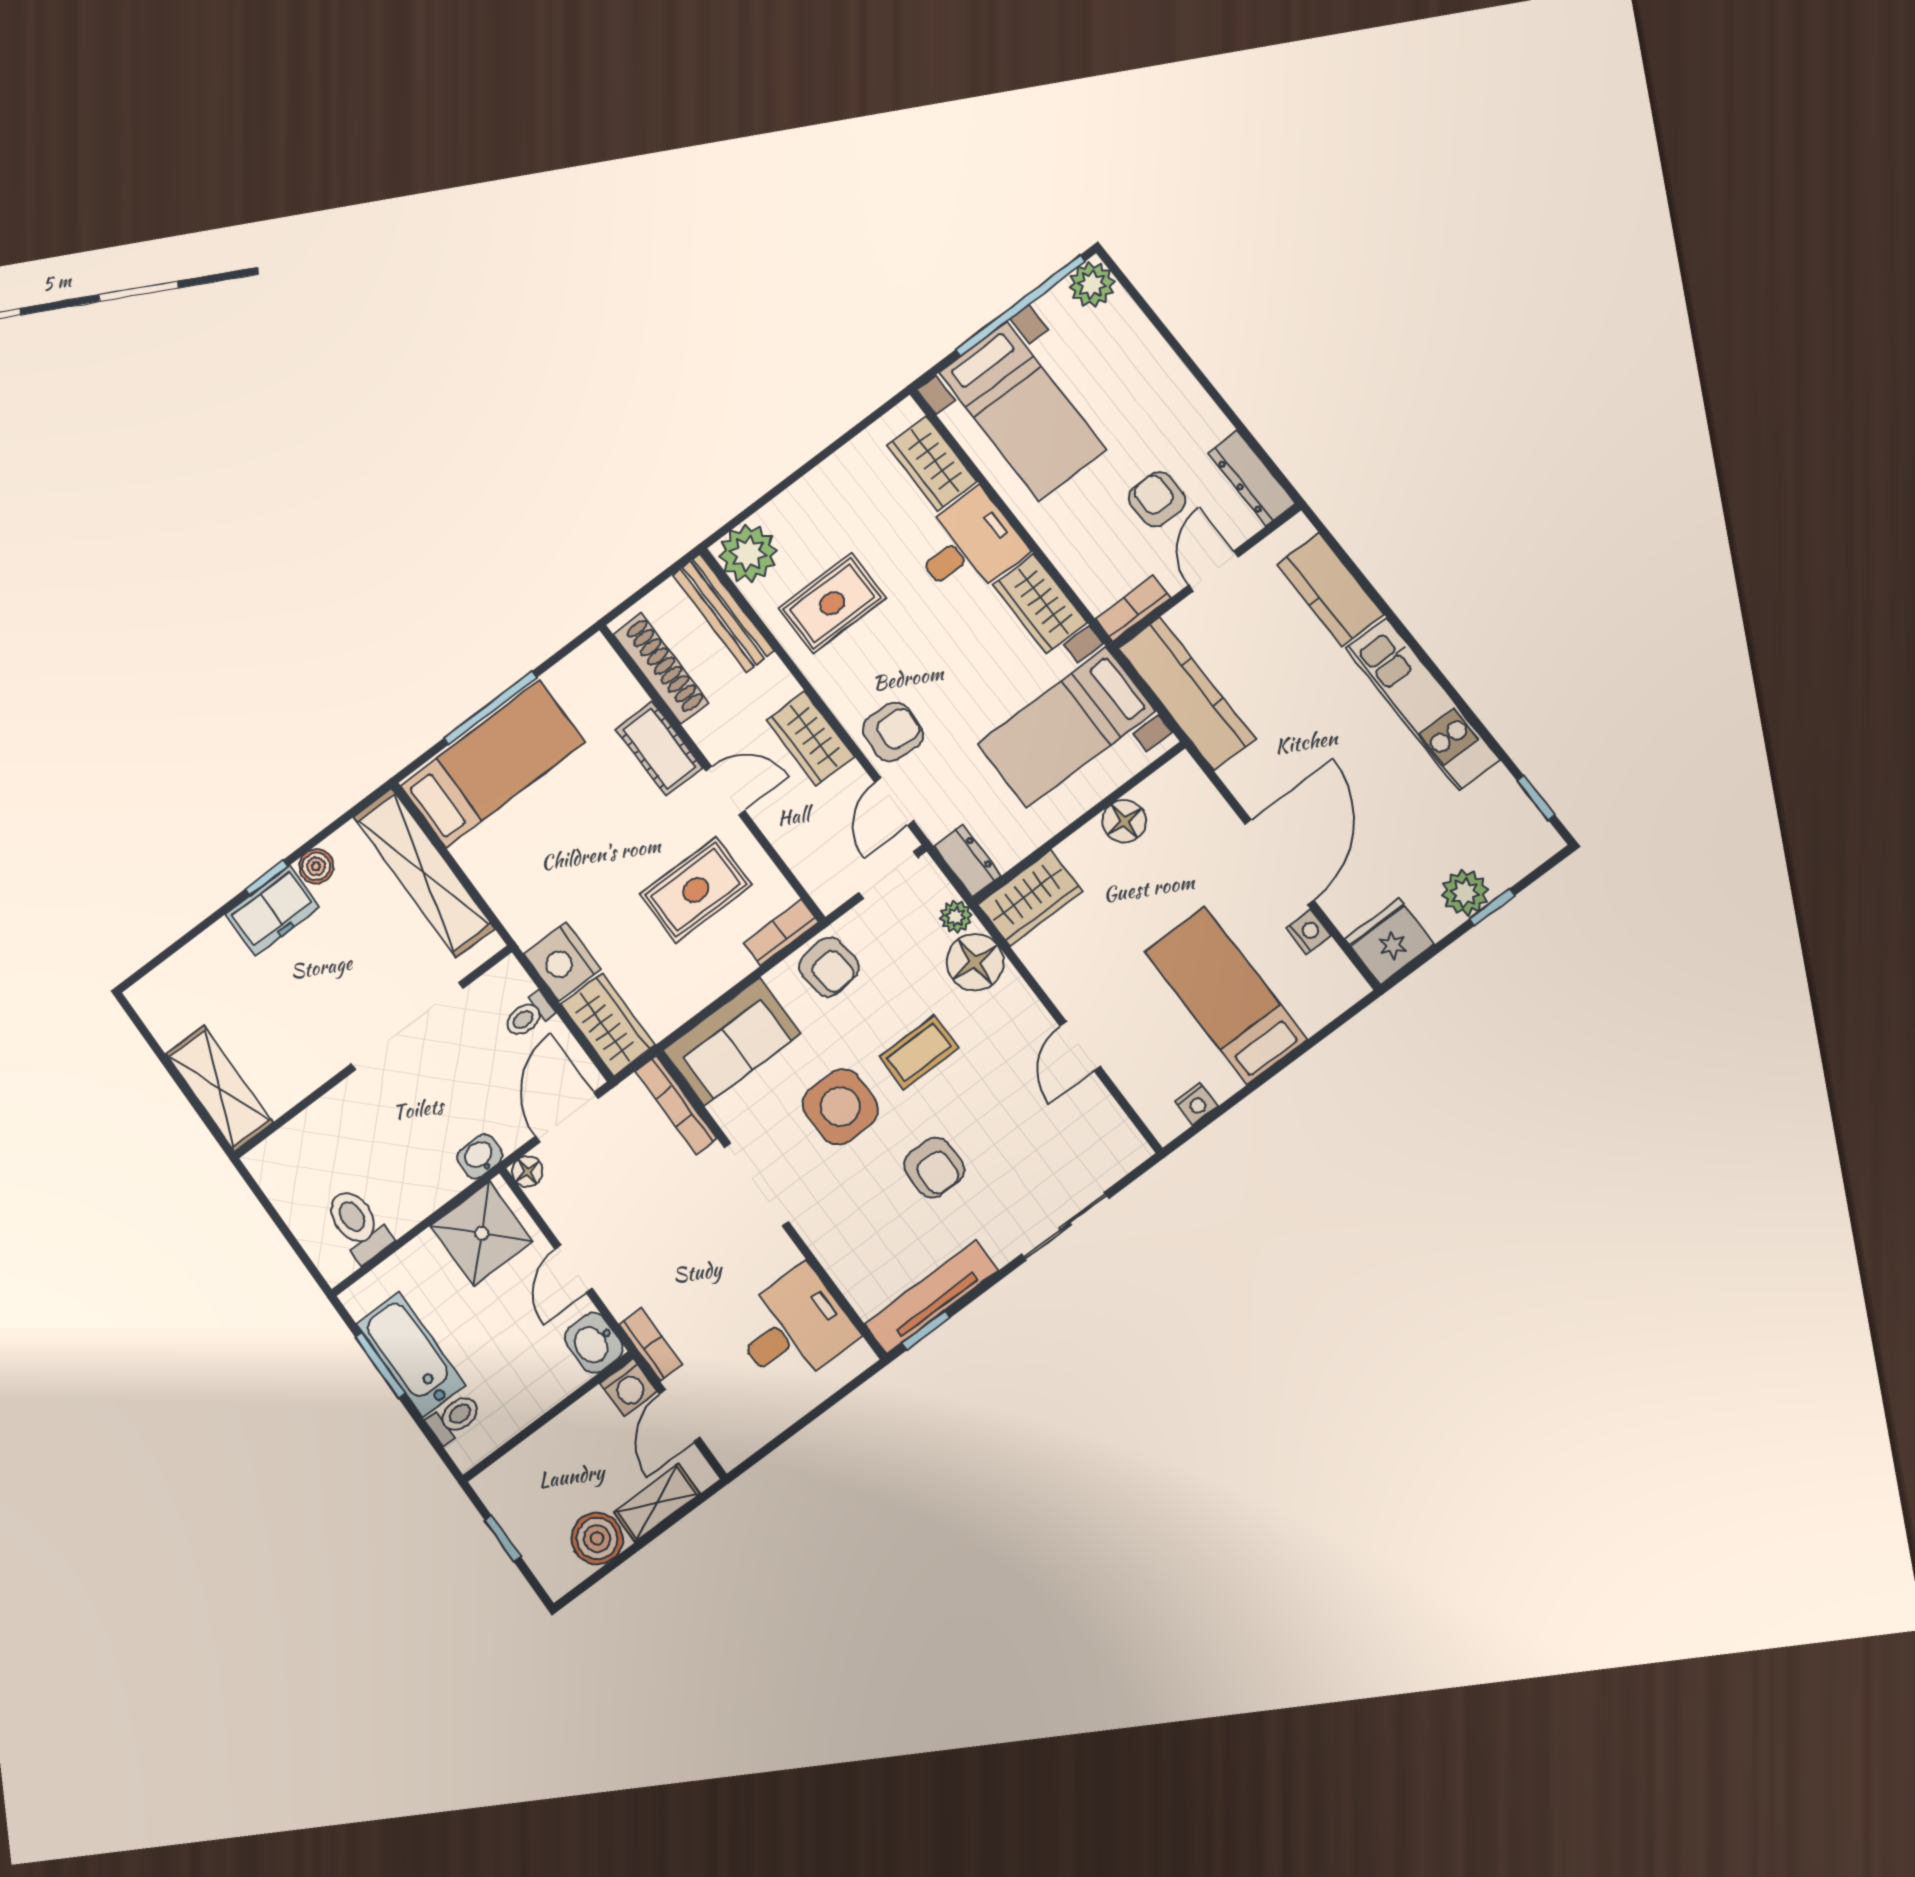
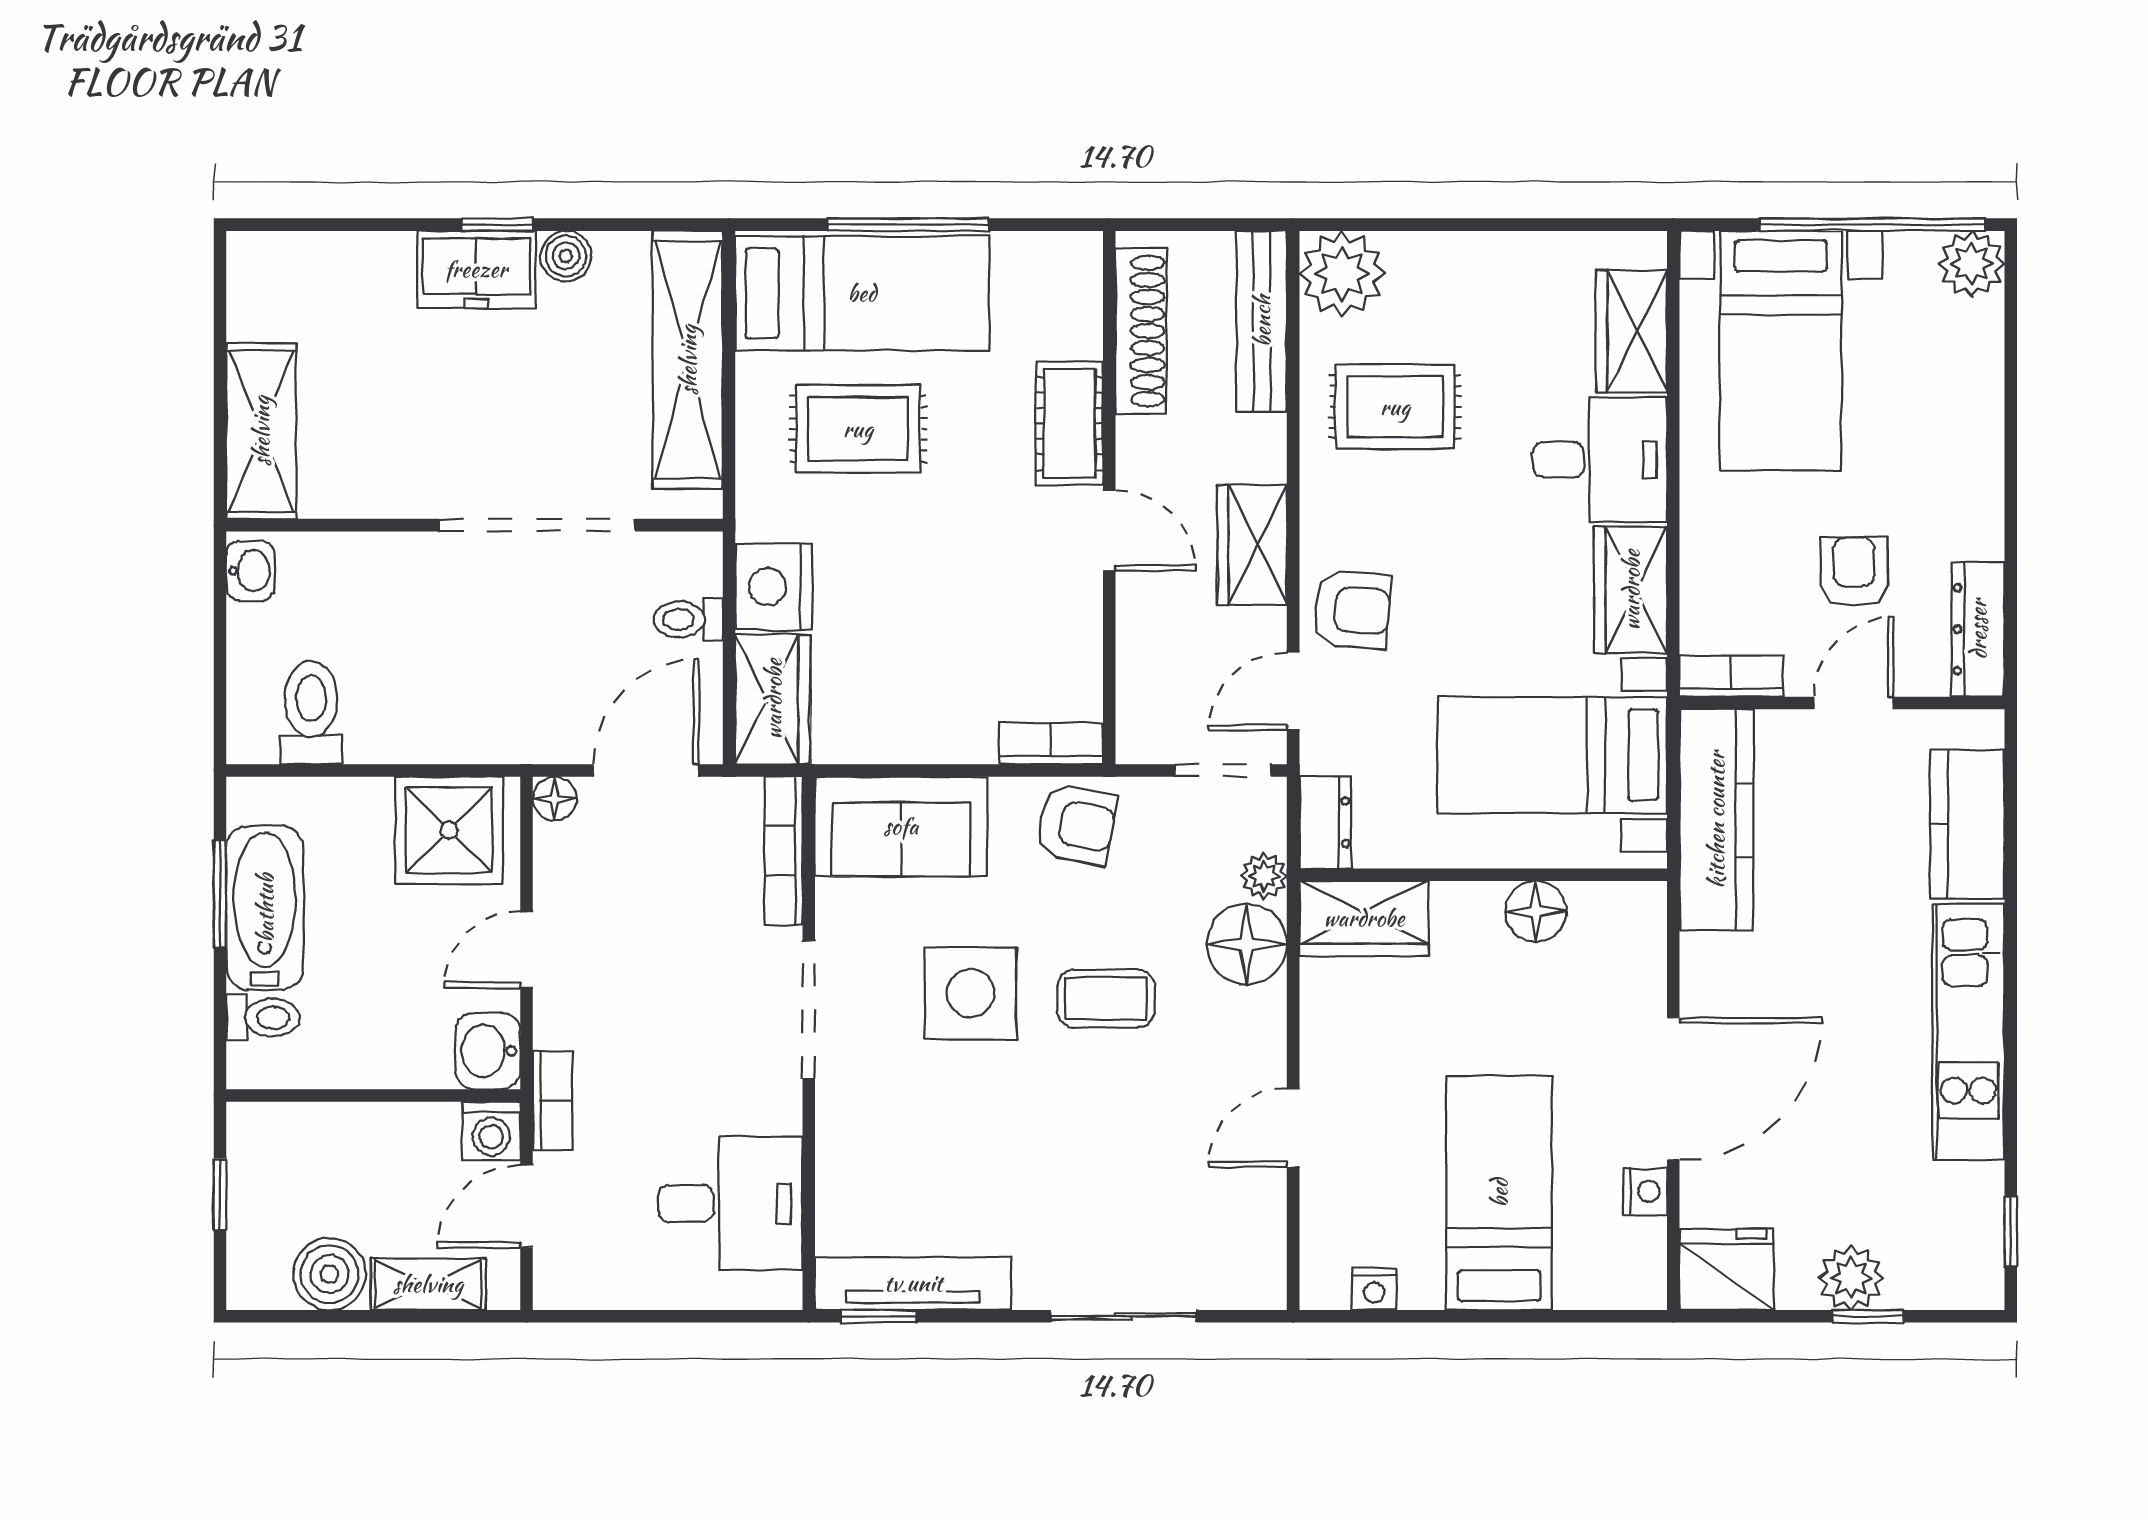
rug: (696, 890) -> (858, 429), moved
armchair: (829, 967) -> (1077, 824), turned -73
washbasin: (480, 1156) -> (250, 571), moved, turned 90
armchair: (934, 1168) -> (1025, 1141), removed

